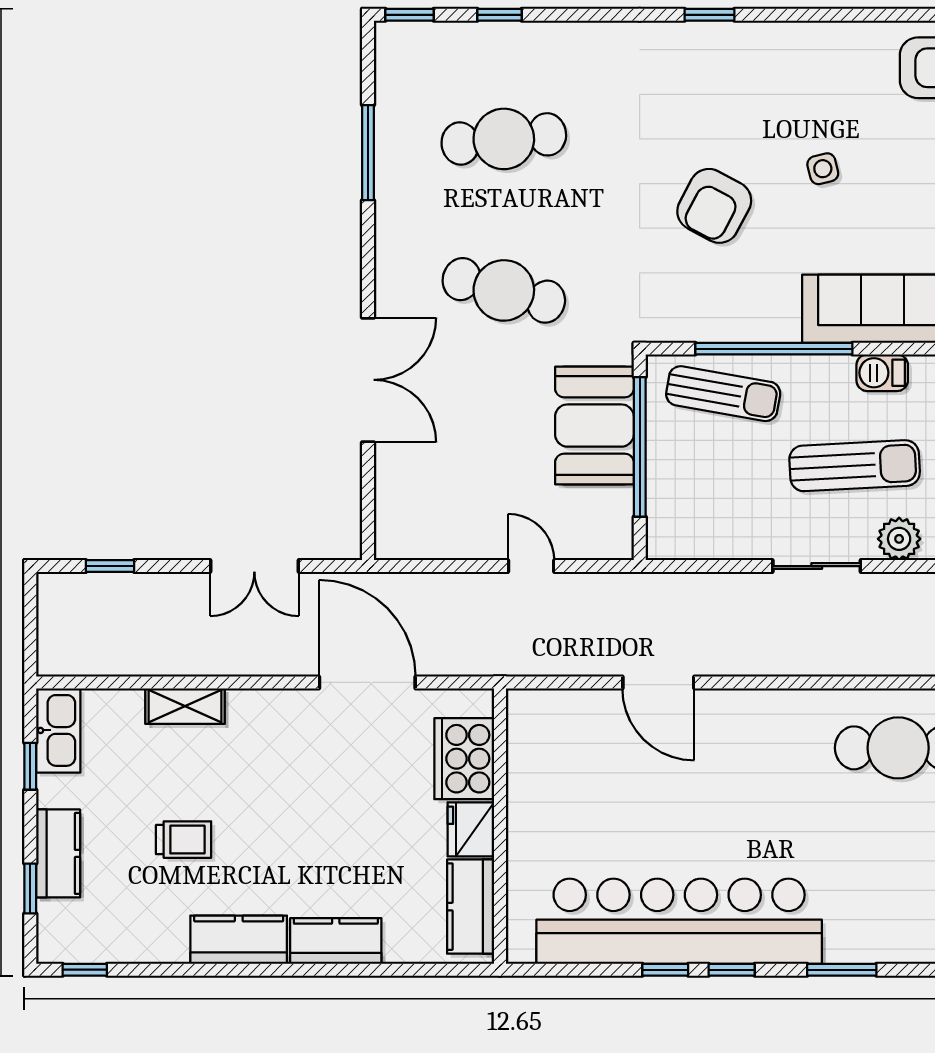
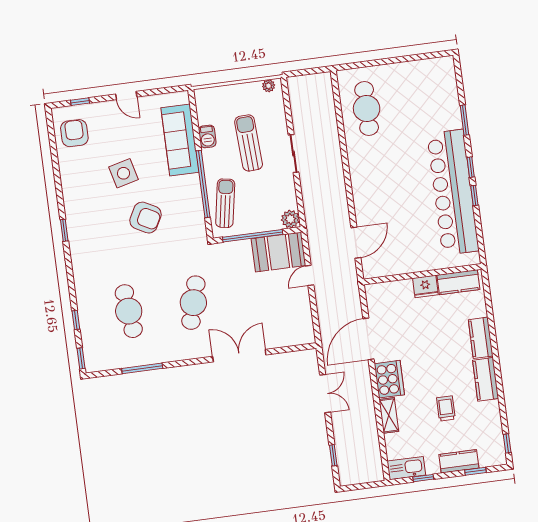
side table: (823, 169) -> (124, 173), width x1.87, depth x1.87
booth: (594, 426) -> (278, 252), moved
plant: (899, 539) -> (290, 219), moved
door: (658, 682) -> (356, 243), moved
cooker: (464, 759) -> (389, 379), moved, turned -90

